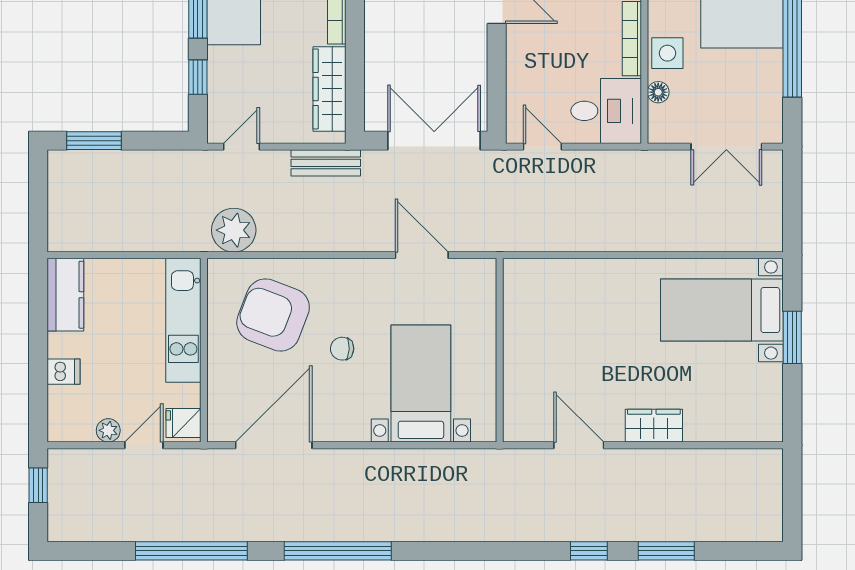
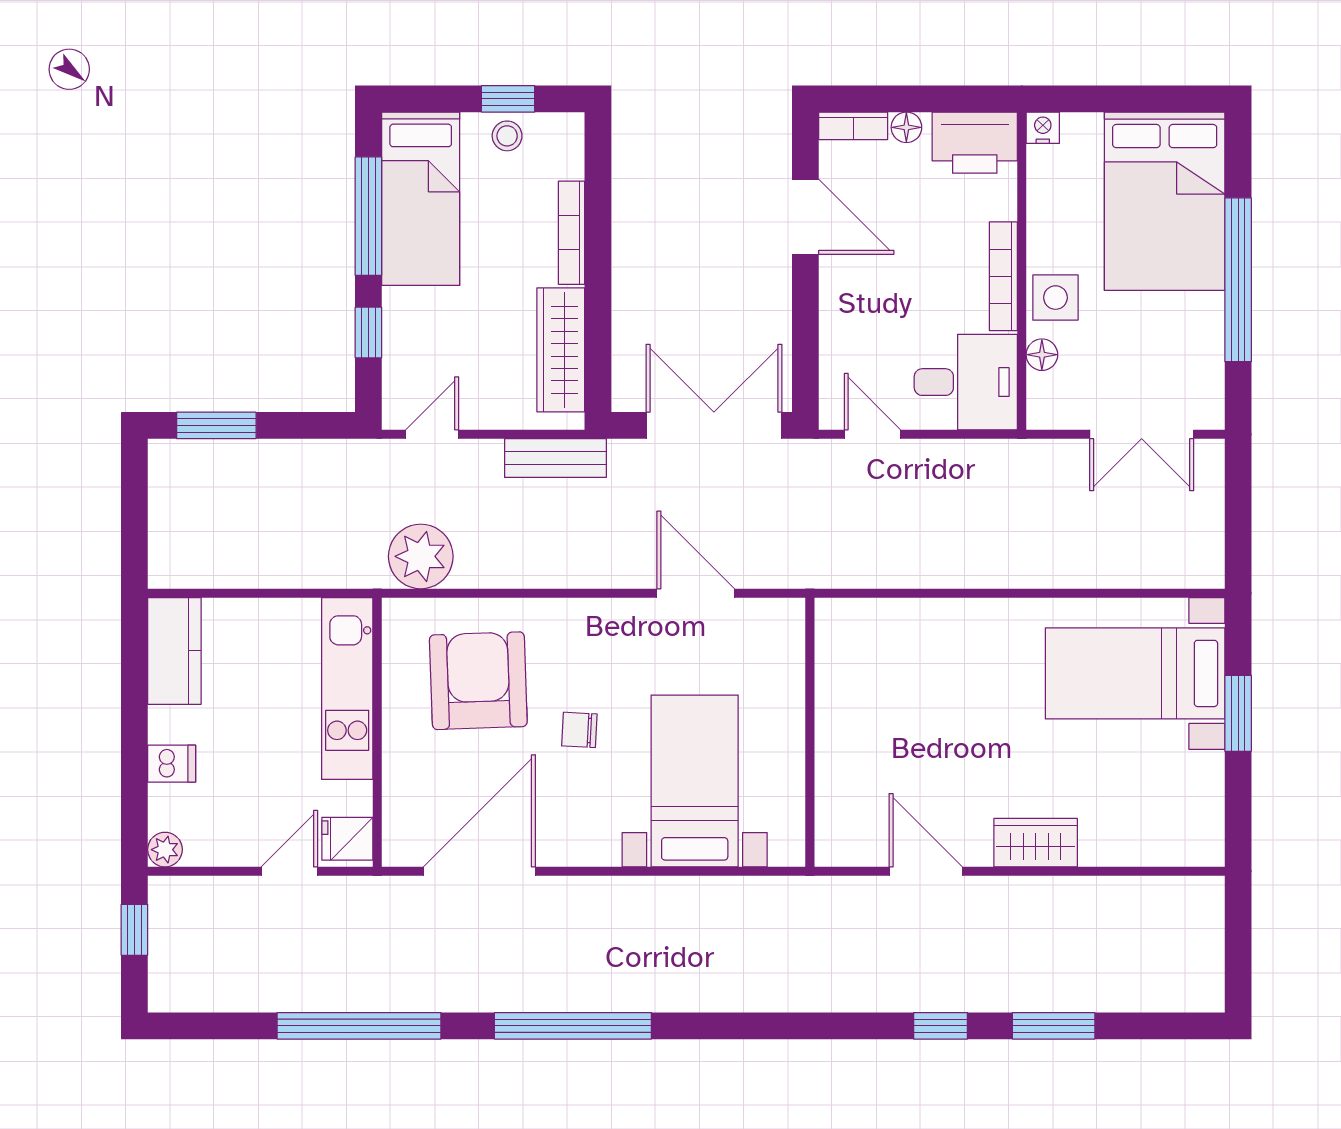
armchair: (273, 315) -> (478, 681), turned 67
plant: (108, 430) -> (165, 850), moved

